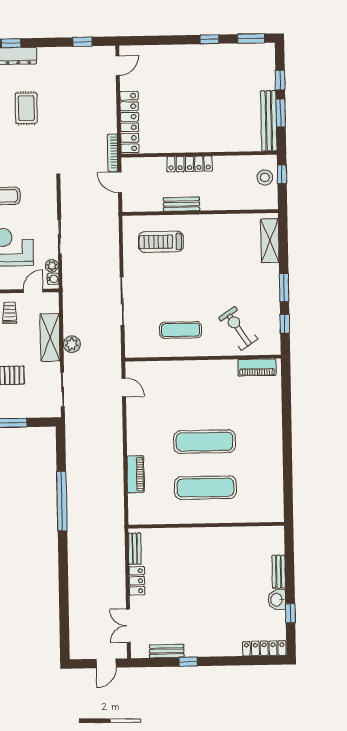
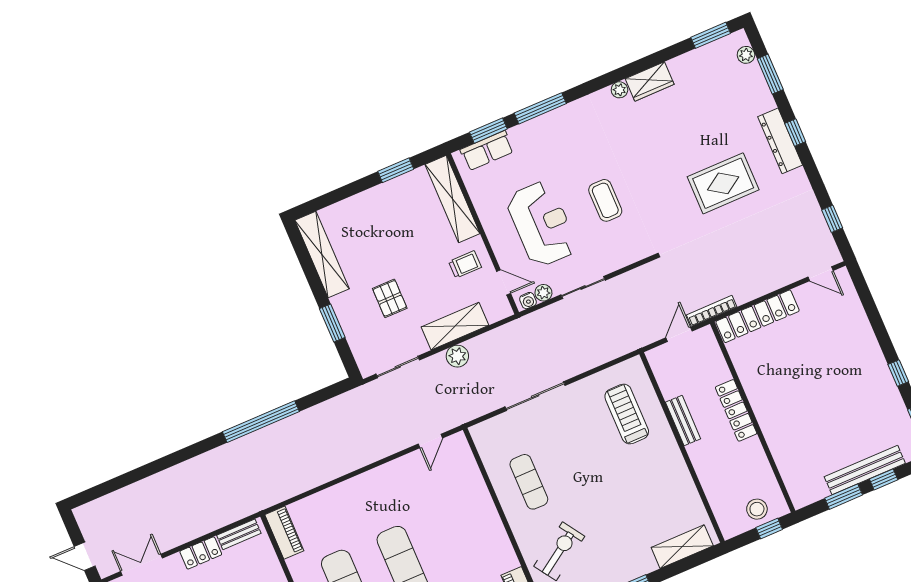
rug: (26, 108) -> (723, 183), width x1.36, depth x1.43
bench: (269, 121) -> (865, 470), moved
piano: (136, 474) -> (284, 533), moved, turned -90

